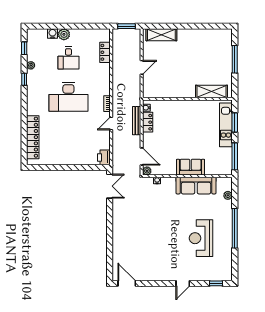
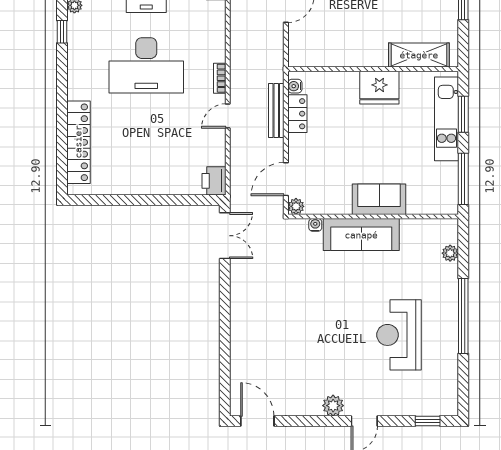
fridge: (191, 108) -> (379, 88), added
door: (142, 156) -> (286, 179), swing flipped
sofa: (196, 186) -> (361, 235), moved
plant: (166, 275) -> (333, 406), added

